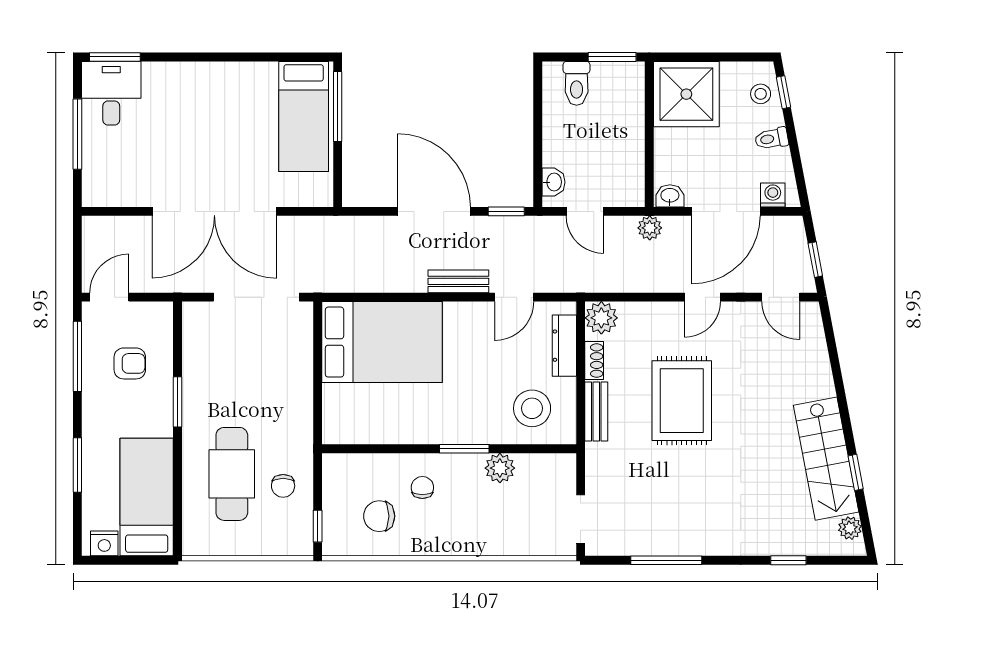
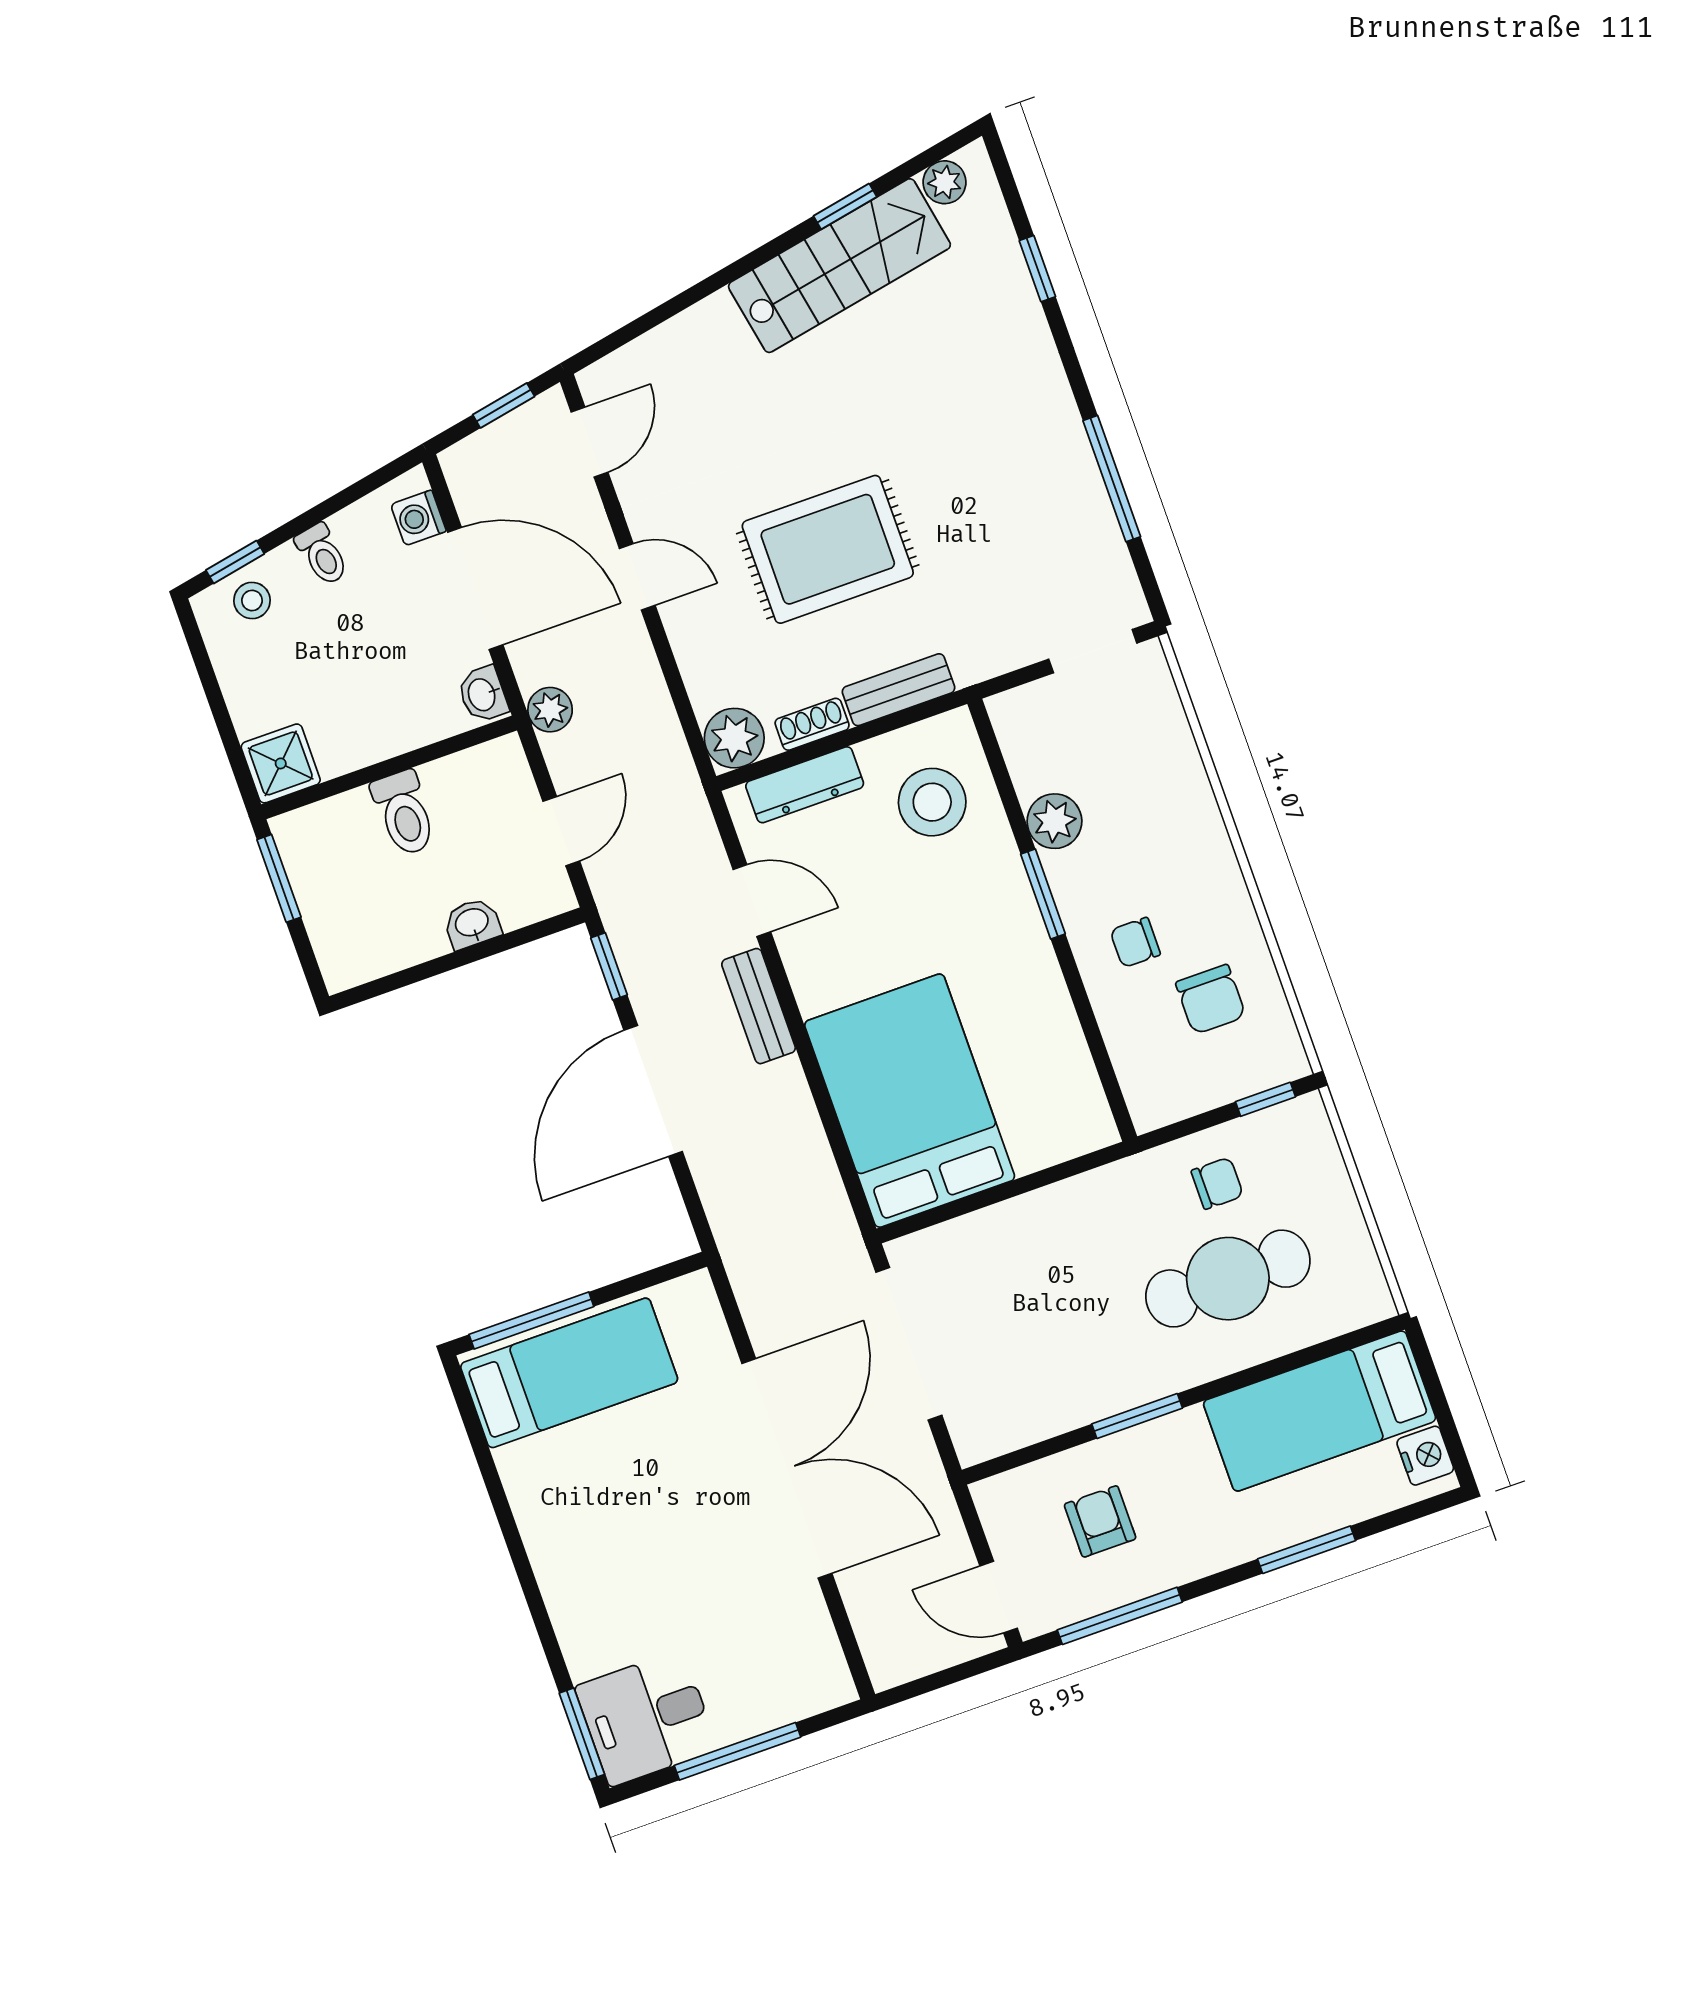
toilet: (577, 83) -> (404, 813), moved, turned 90
shower: (686, 94) -> (281, 763), width x0.54, depth x0.54
washbasin: (554, 182) -> (472, 923), moved

